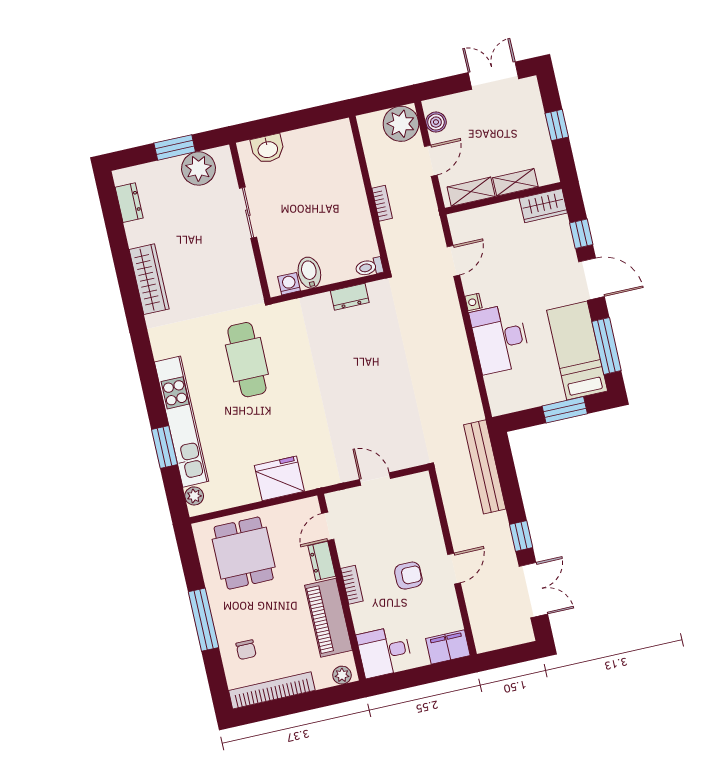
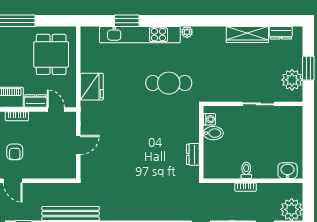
washbasin: (268, 149) -> (288, 171), moved, turned 90
toilet: (369, 267) -> (246, 170), moved
wardrobe: (149, 279) -> (247, 34), moved
plant: (194, 496) -> (187, 32), moved
dining table: (244, 553) -> (51, 54), turned 90

